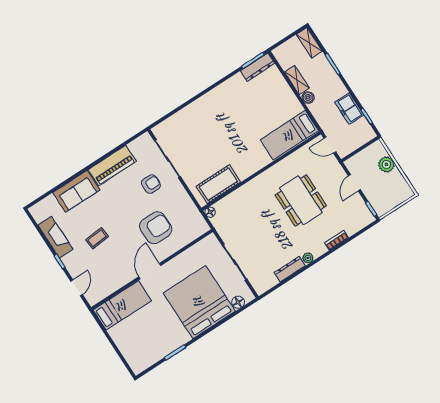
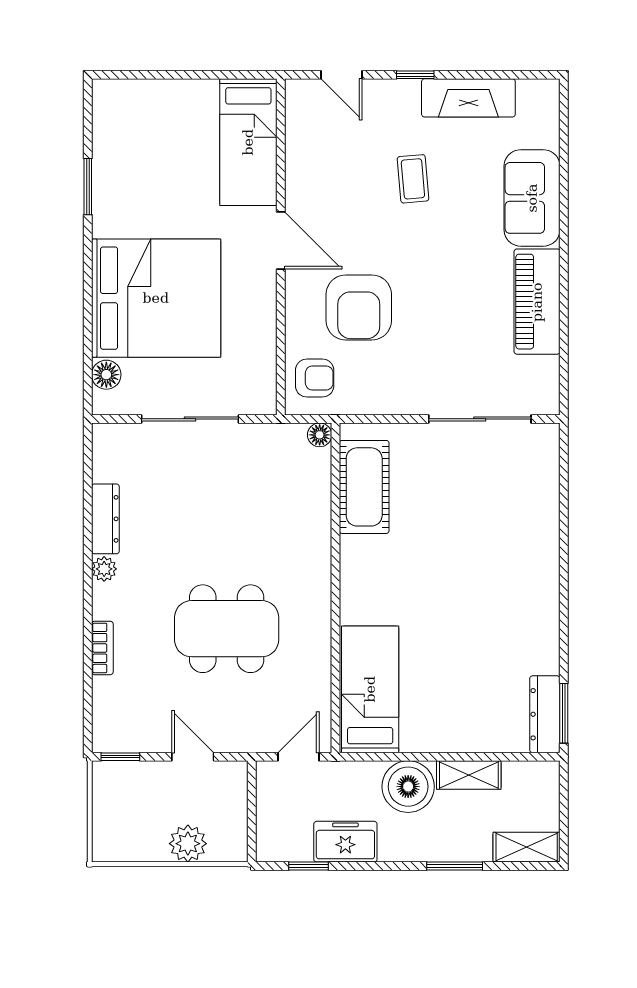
boiler: (308, 98) -> (408, 787), width x1.86, depth x1.86
armchair: (151, 184) -> (315, 378), moved, turned -90

